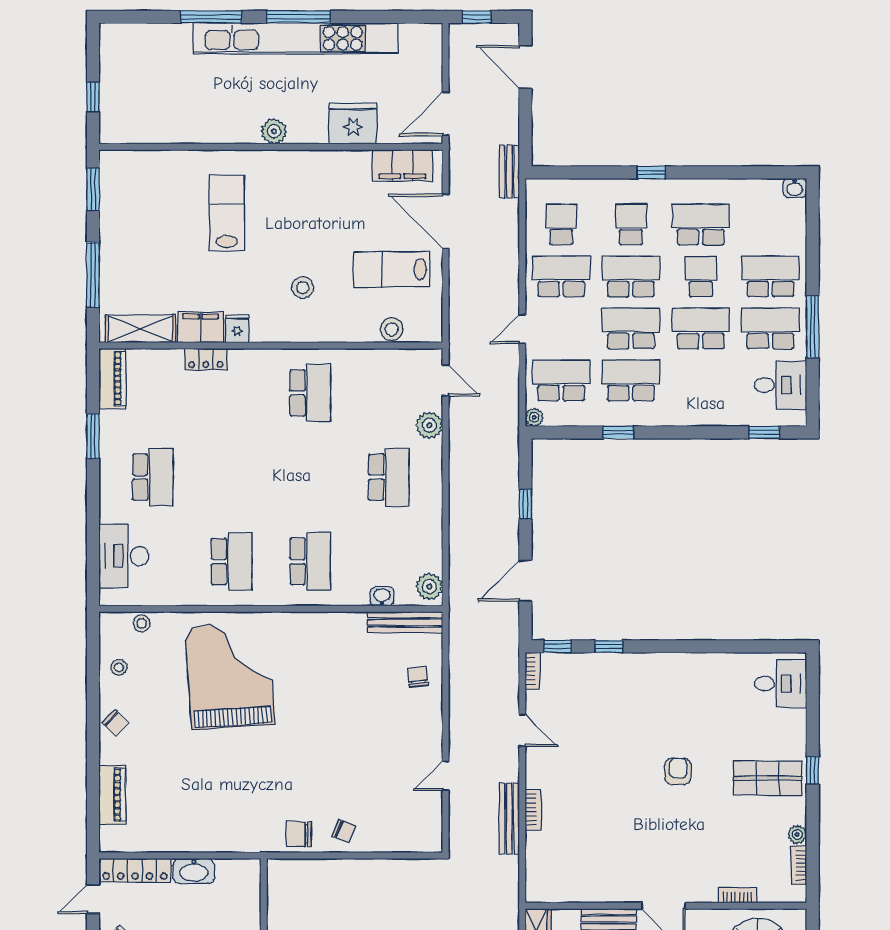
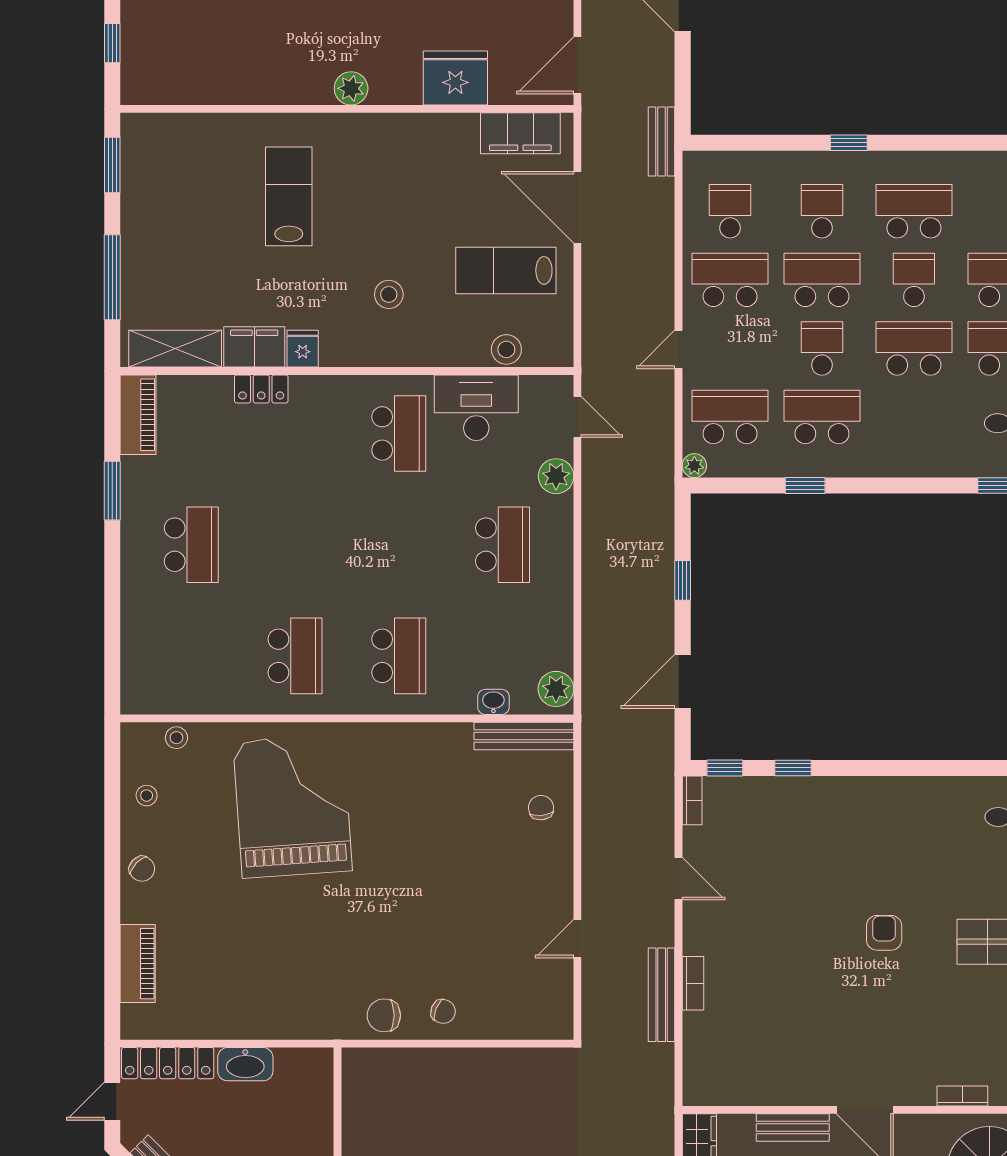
school desk: (631, 328) -> (822, 348), width x0.54
desk: (124, 556) -> (476, 408), moved, turned 90

